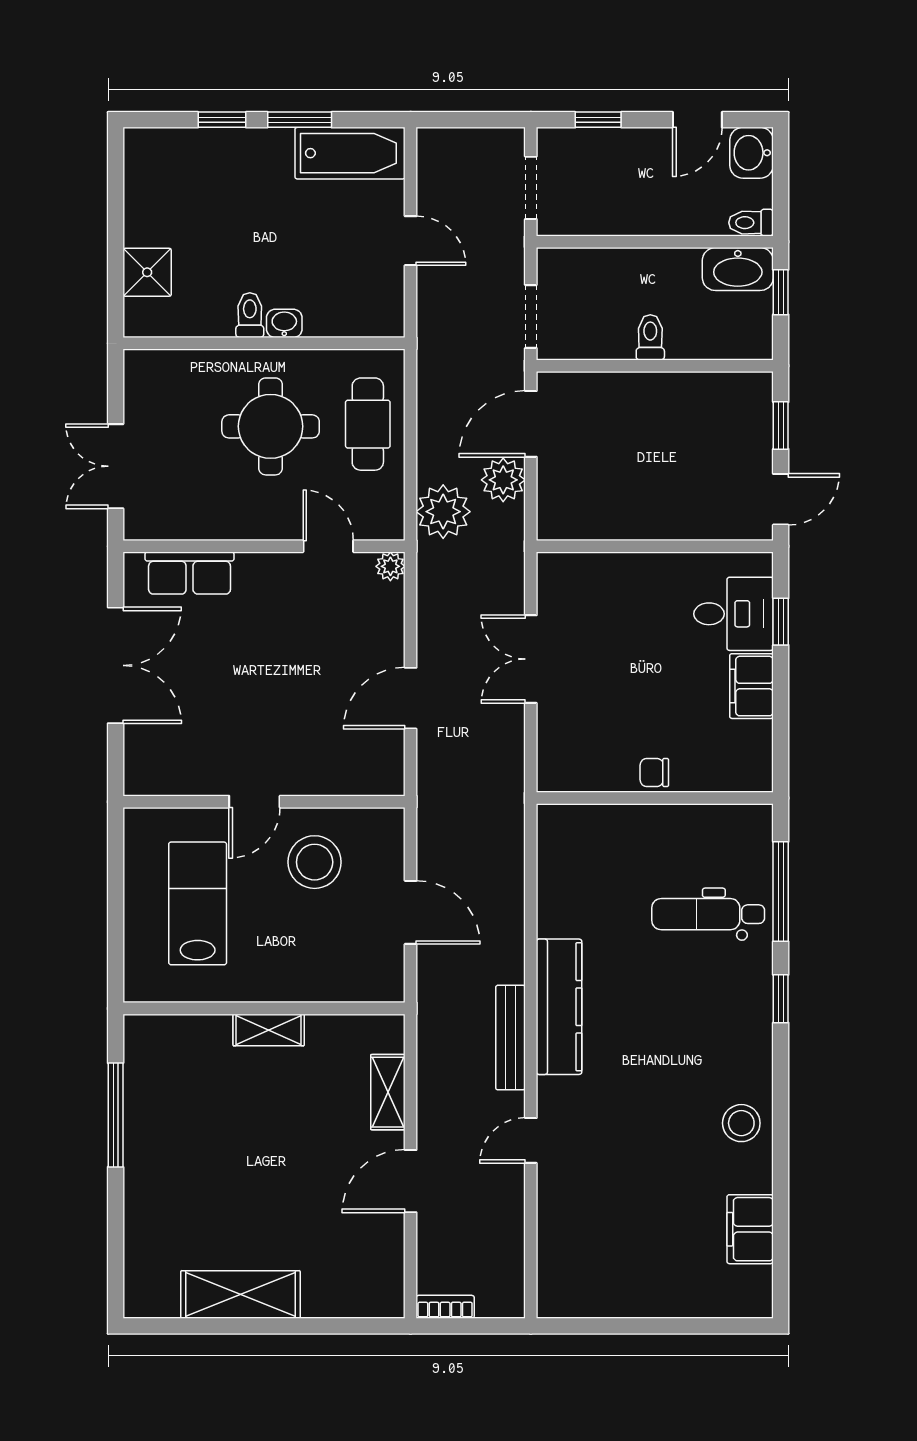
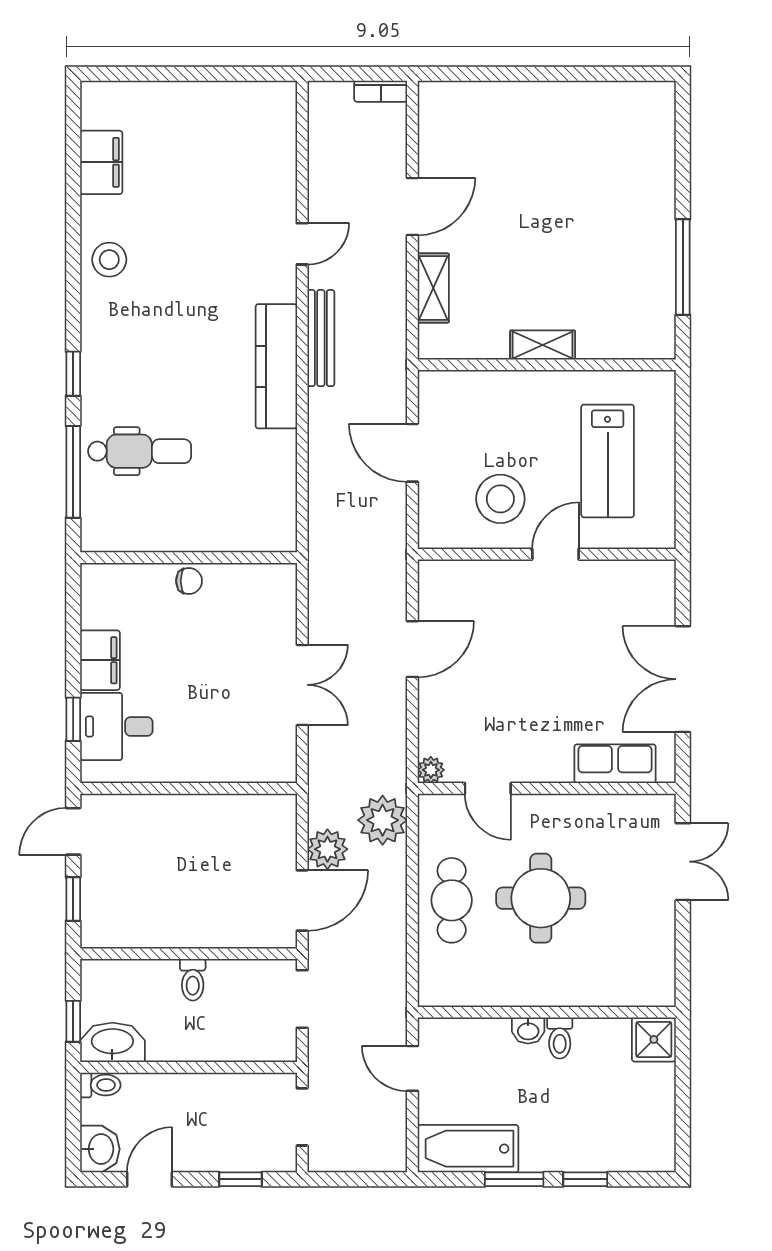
toilet: (250, 315) -> (560, 1038), moved
washbasin: (284, 323) -> (528, 1031), moved
wall: (264, 343) -> (547, 1012), moved
shelving: (240, 1295) -> (568, 103), removed

